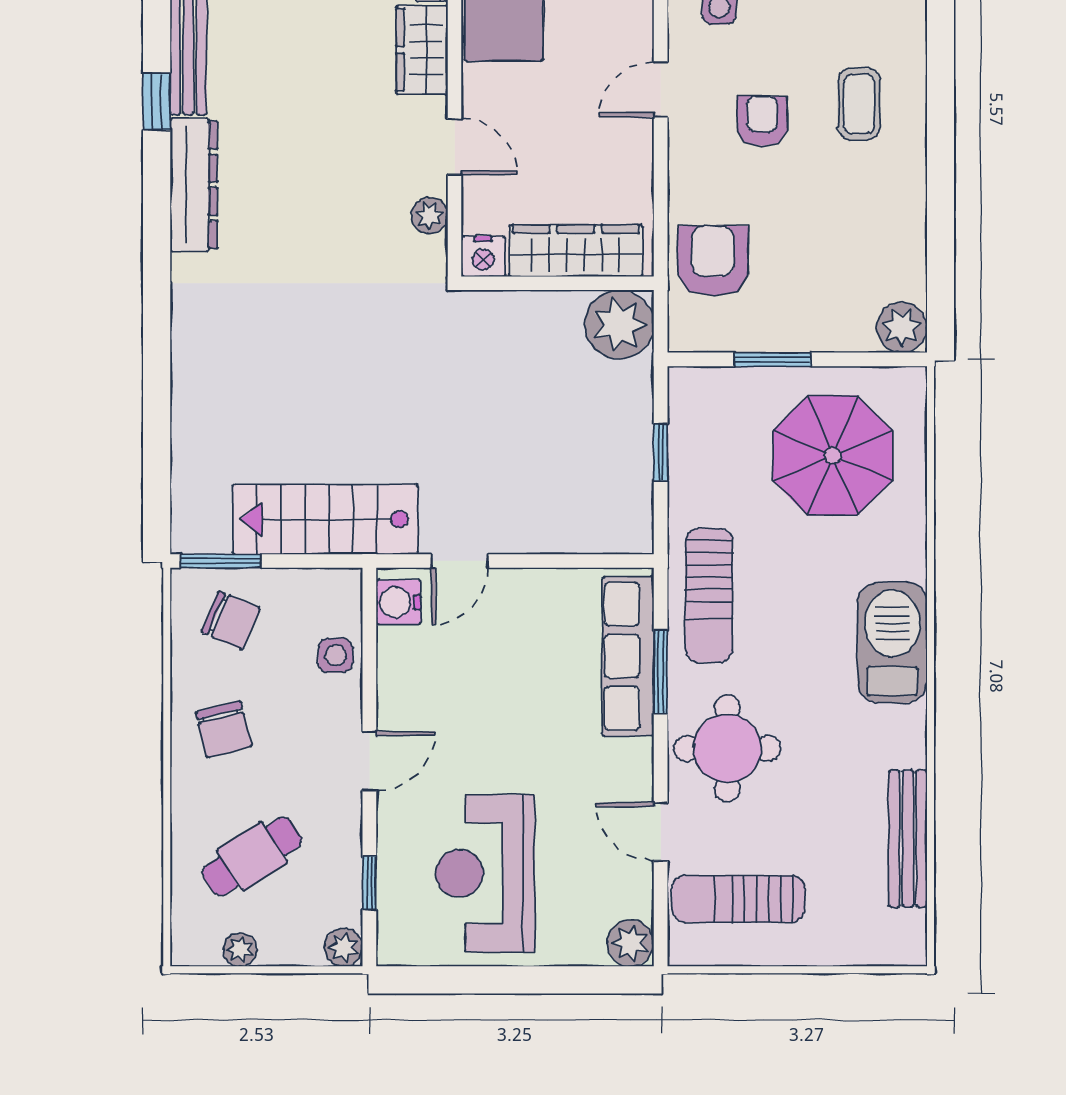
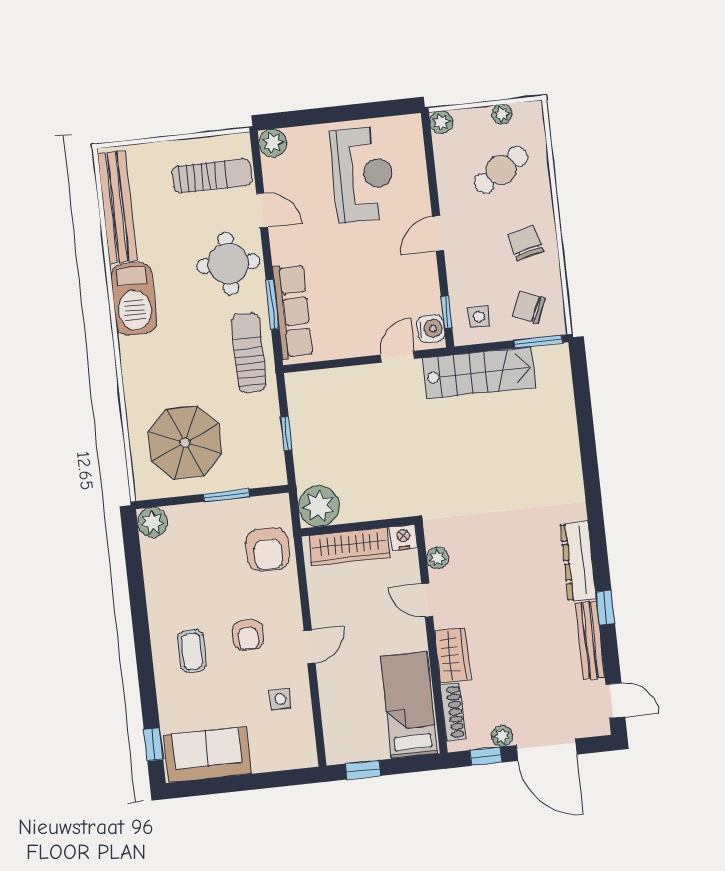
barbecue: (892, 643) -> (134, 299), moved
side table: (335, 655) -> (479, 317), moved
bench: (908, 839) -> (117, 207), width x1.37, depth x1.21
window: (369, 883) -> (446, 312), moved

